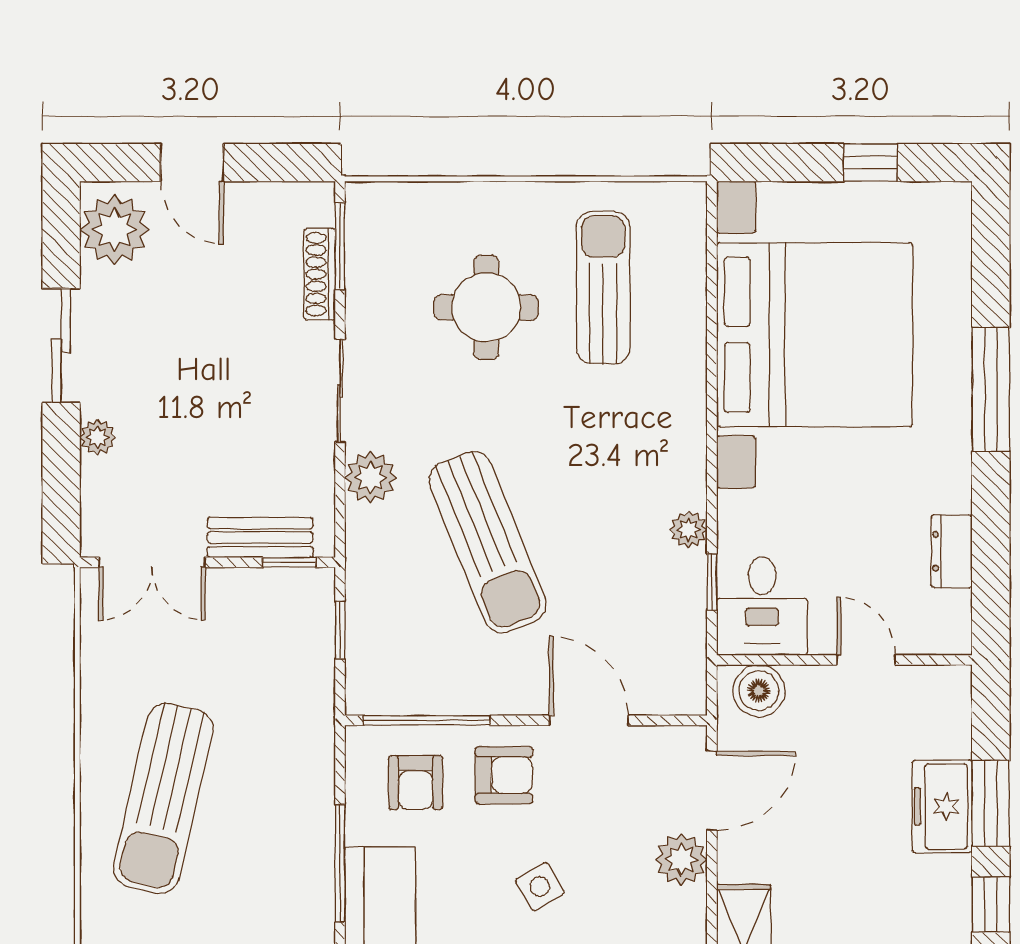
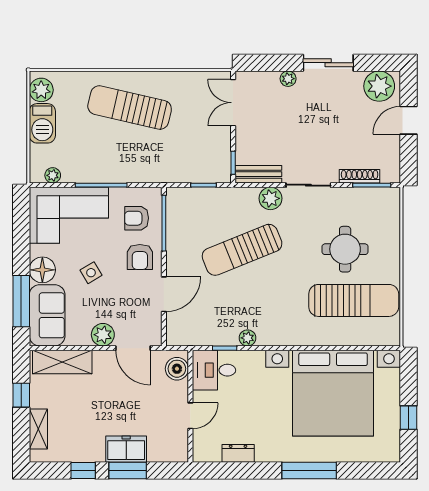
sun lounger: (603, 288) -> (354, 300), width x1.36, depth x1.34
bench: (260, 538) -> (258, 174), moved, turned 90

